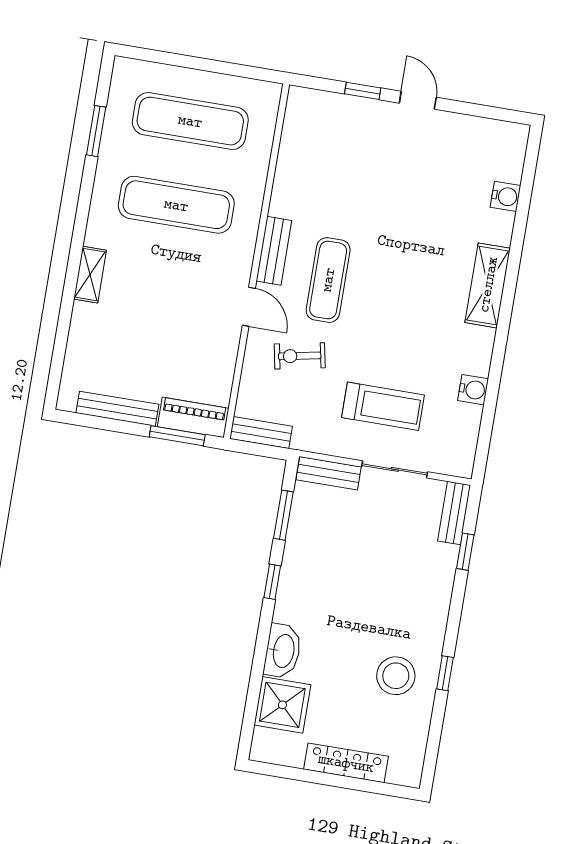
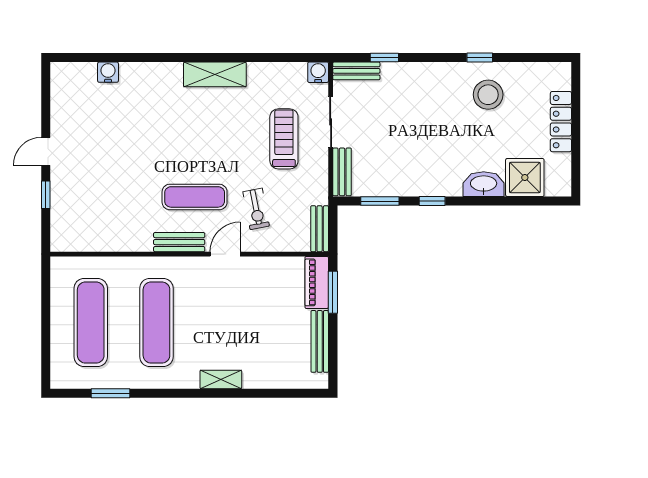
shelving: (488, 285) -> (215, 74), moved
water cooler: (473, 390) -> (318, 72), moved

